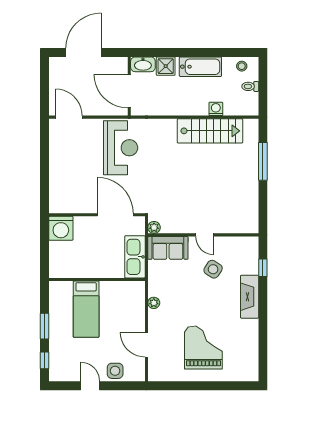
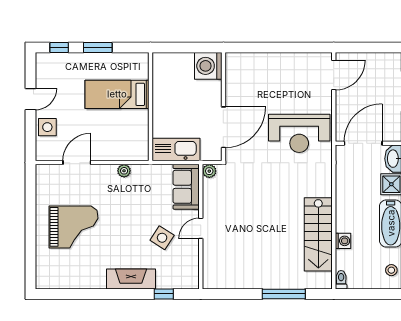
toilet: (250, 86) -> (341, 280), moved

